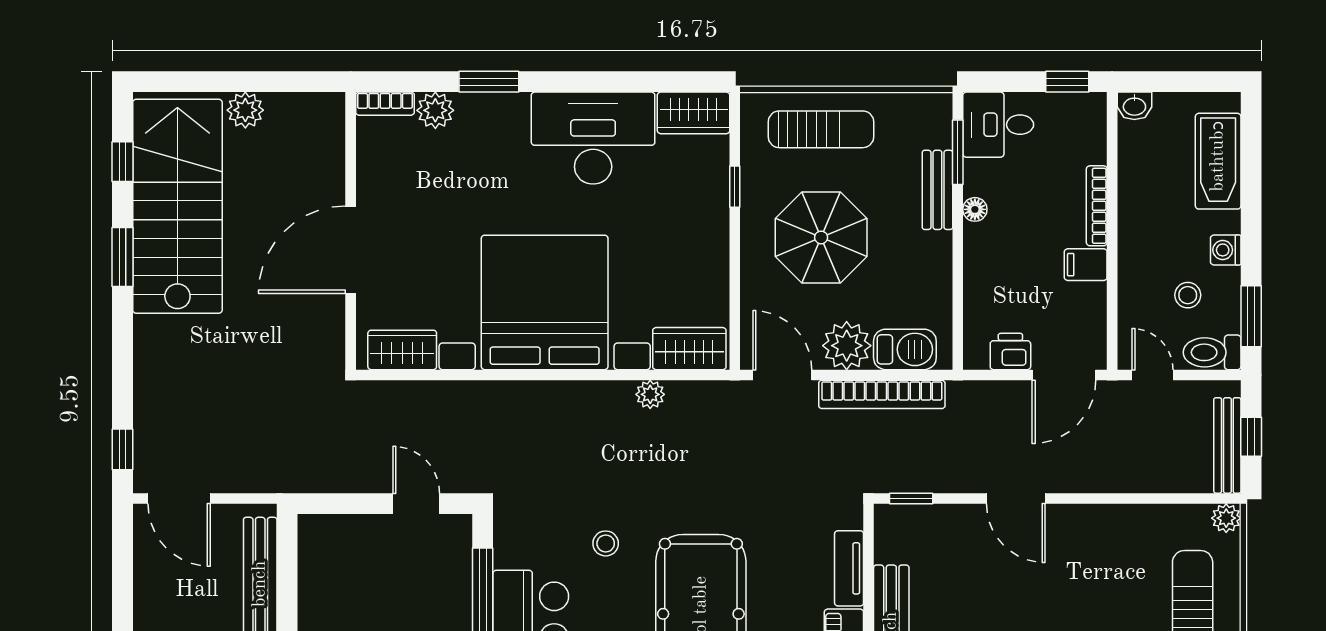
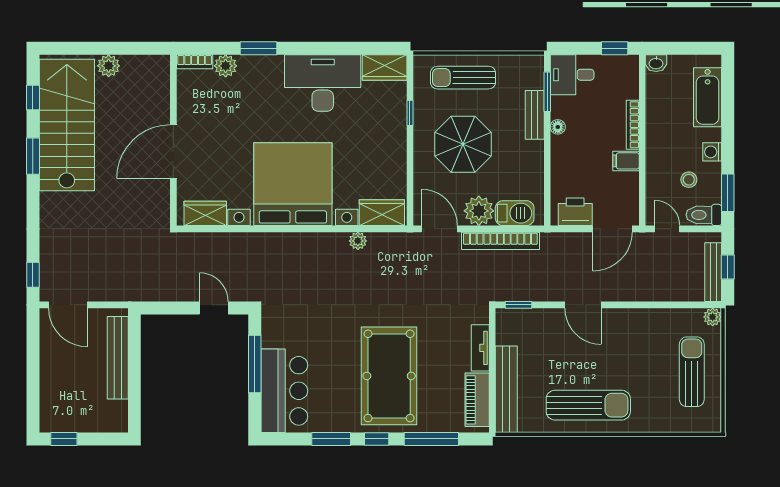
sun lounger: (821, 129) -> (463, 78), turned 180
printer: (1010, 352) -> (575, 212), width x1.36, depth x1.24
stool: (606, 543) -> (330, 333), removed

